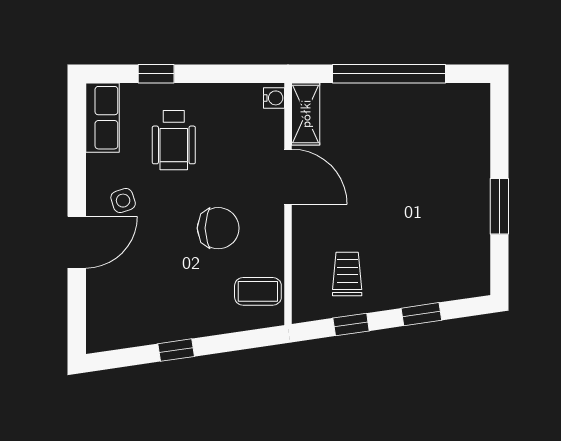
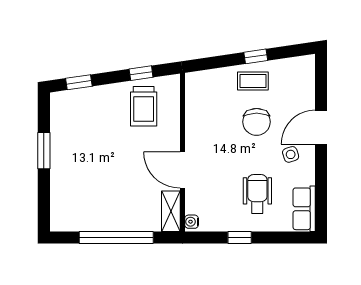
window: (156, 74) -> (240, 238), moved
chair: (218, 228) -> (257, 122), moved, turned -90
trolley: (347, 274) -> (144, 106), width x1.36, depth x1.39
coffee table: (258, 291) -> (253, 81), moved
window: (421, 314) -> (79, 82), moved

